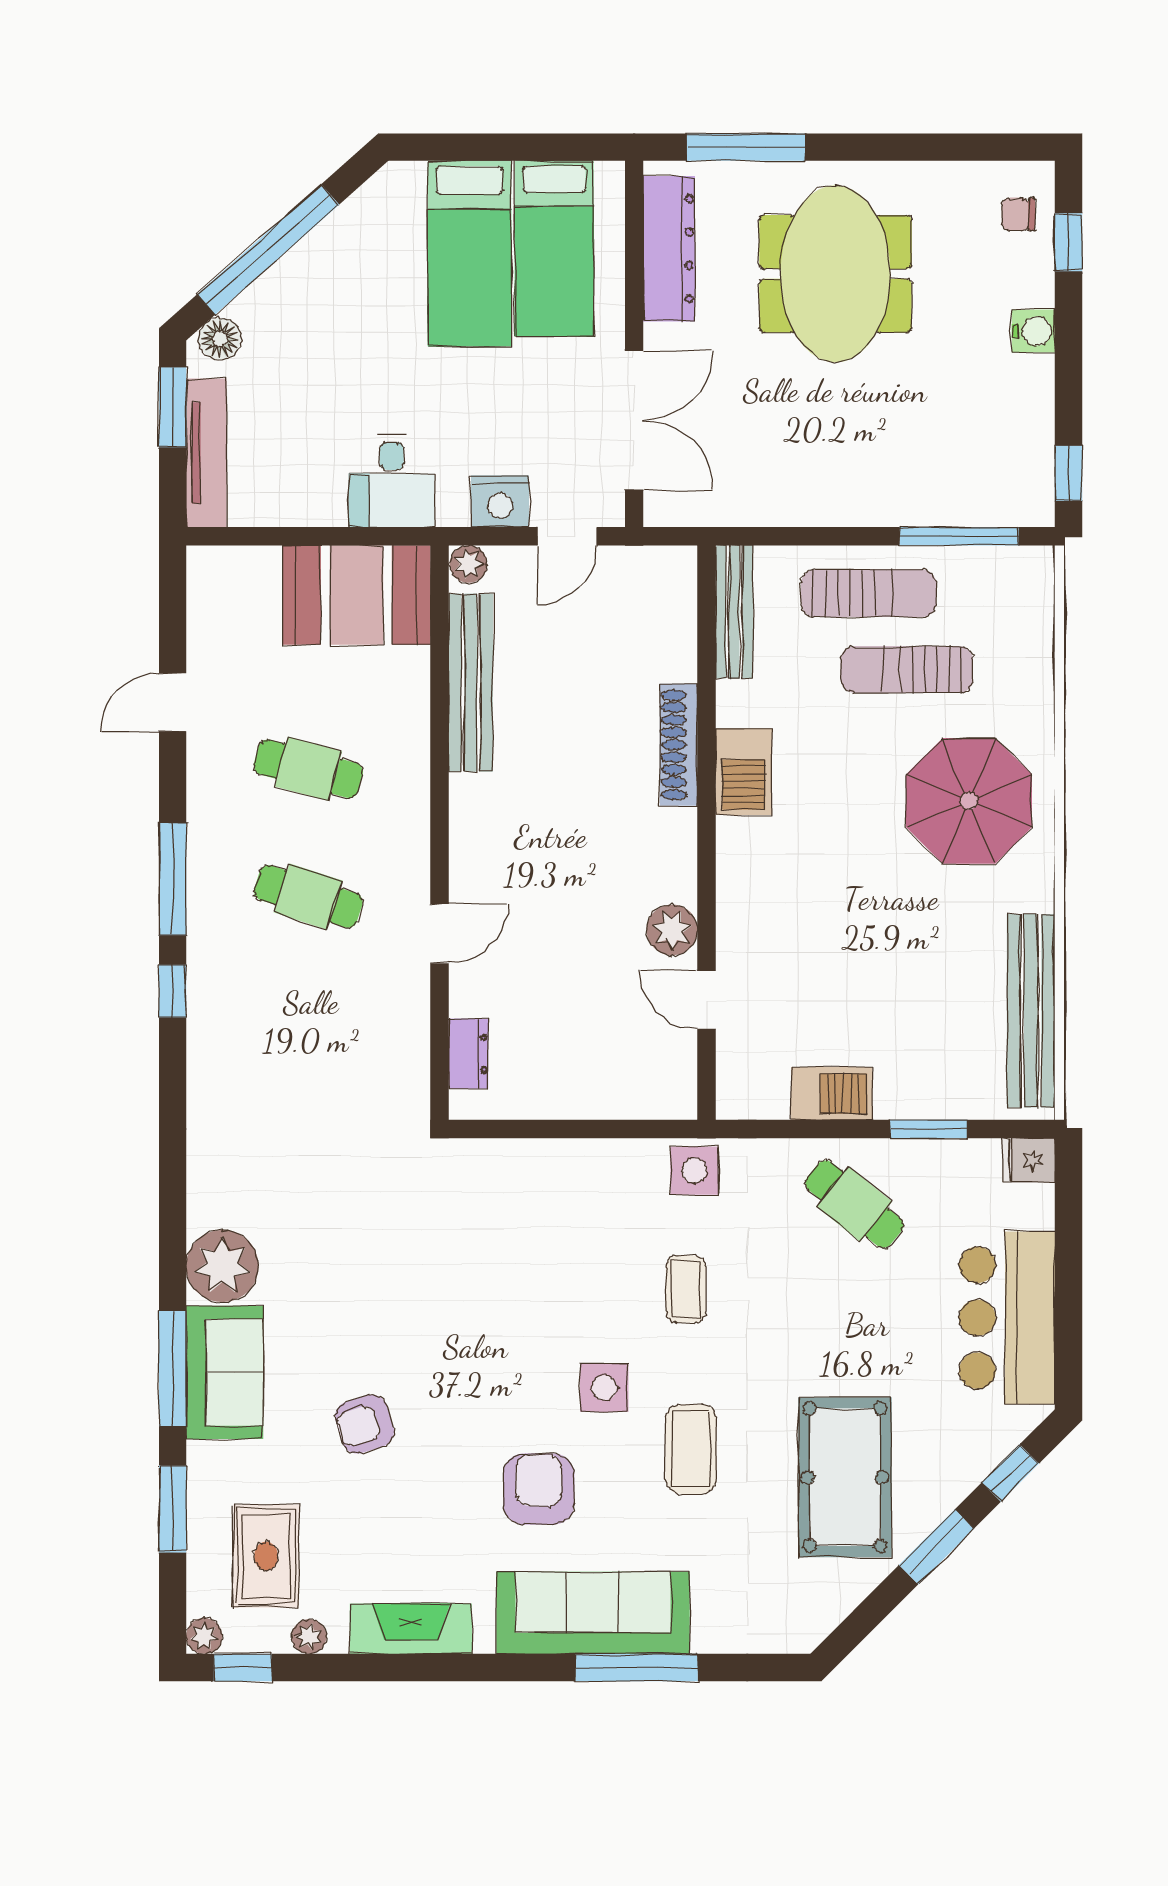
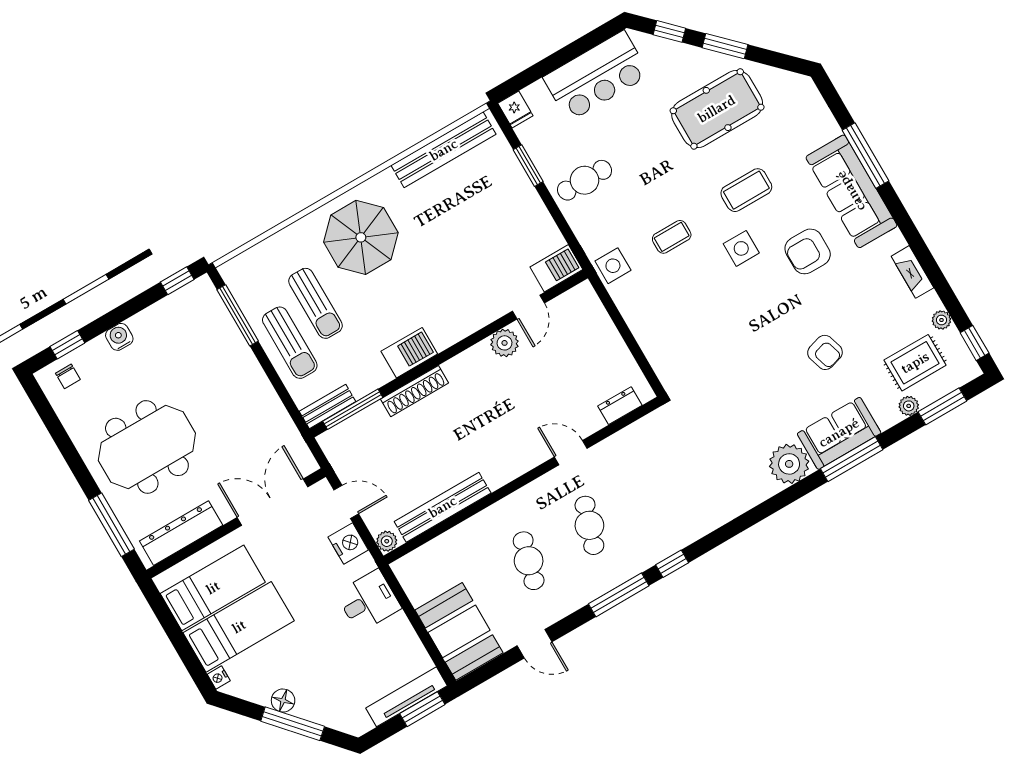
nightstand: (408, 176) -> (219, 677), added
window: (268, 249) -> (293, 724), width x0.68
floor lamp: (220, 339) -> (283, 701), moved
window: (173, 407) -> (422, 709), moved
sun lounger: (869, 593) -> (290, 343), turned 180
booth: (356, 595) -> (459, 631), moved
bench: (734, 612) -> (327, 406), width x0.73
window: (706, 631) -> (353, 409), added
barbecue: (831, 1094) -> (556, 268), moved, turned 90
cafe table: (854, 1204) -> (585, 180), turned 51
window: (173, 1509) -> (942, 406), moved
fireplace: (411, 1629) -> (912, 272), width x0.73, depth x0.76
plant: (204, 1636) -> (909, 406), moved

